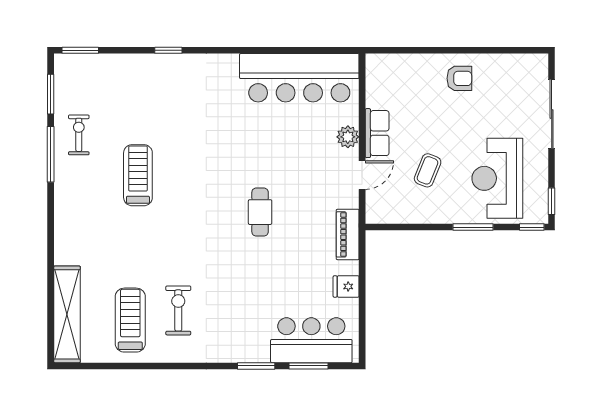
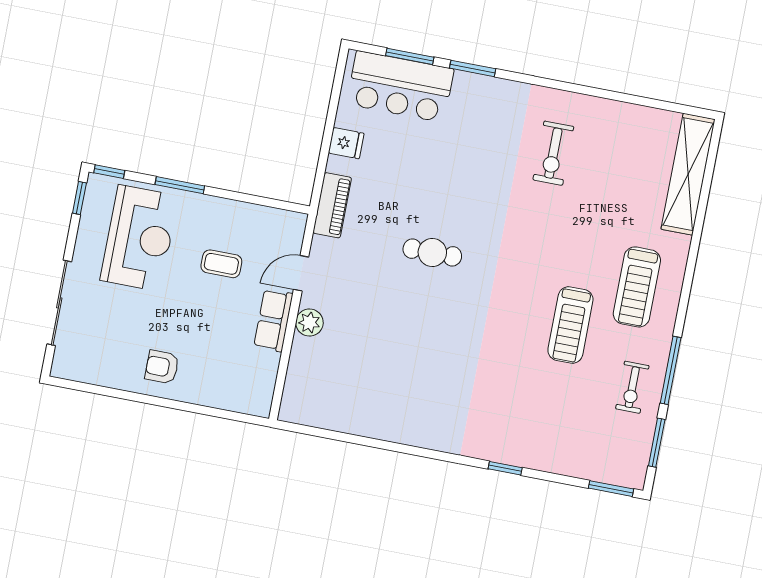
bar counter: (299, 78) -> (354, 405), removed
coffee table: (428, 170) -> (221, 264), turned 68
cafe table: (260, 212) -> (432, 252), turned 90
treadmill: (130, 320) -> (637, 287), moved

